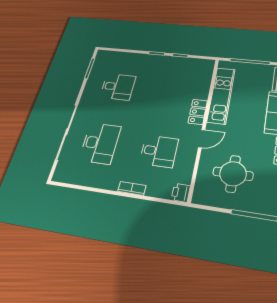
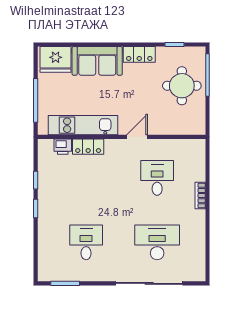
locker: (198, 112) -> (88, 147), moved
door: (202, 139) -> (137, 137), hinge flipped
round table: (233, 174) -> (182, 86), moved
printer: (181, 193) -> (63, 147), moved

